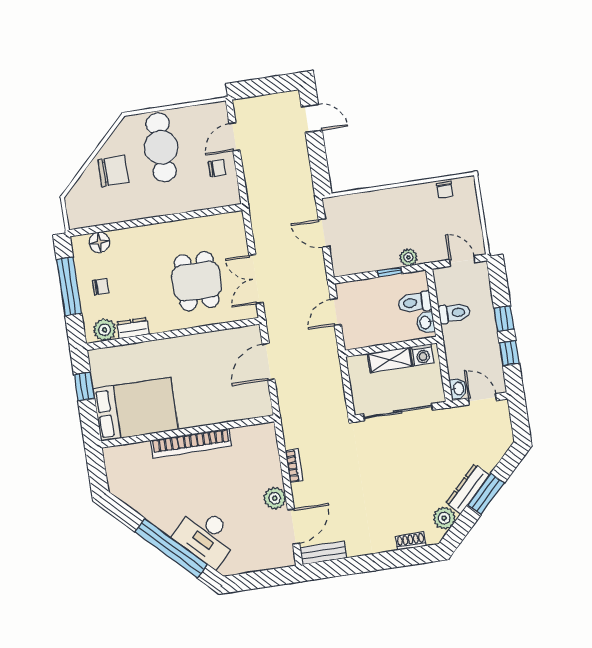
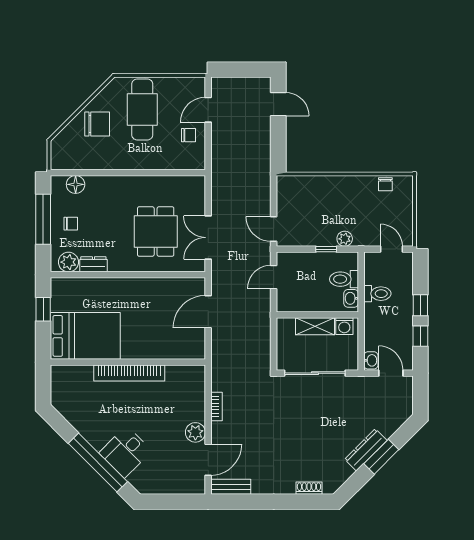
door: (324, 233) -> (274, 229), moved
plant: (444, 518) -> (341, 472), removed
desk: (206, 536) -> (125, 452), width x0.73

